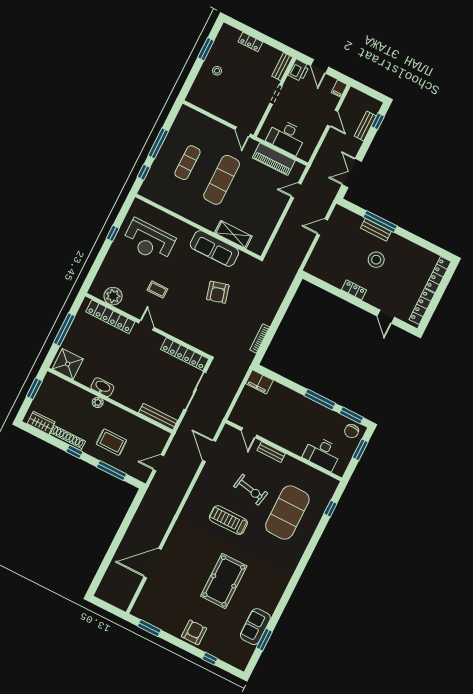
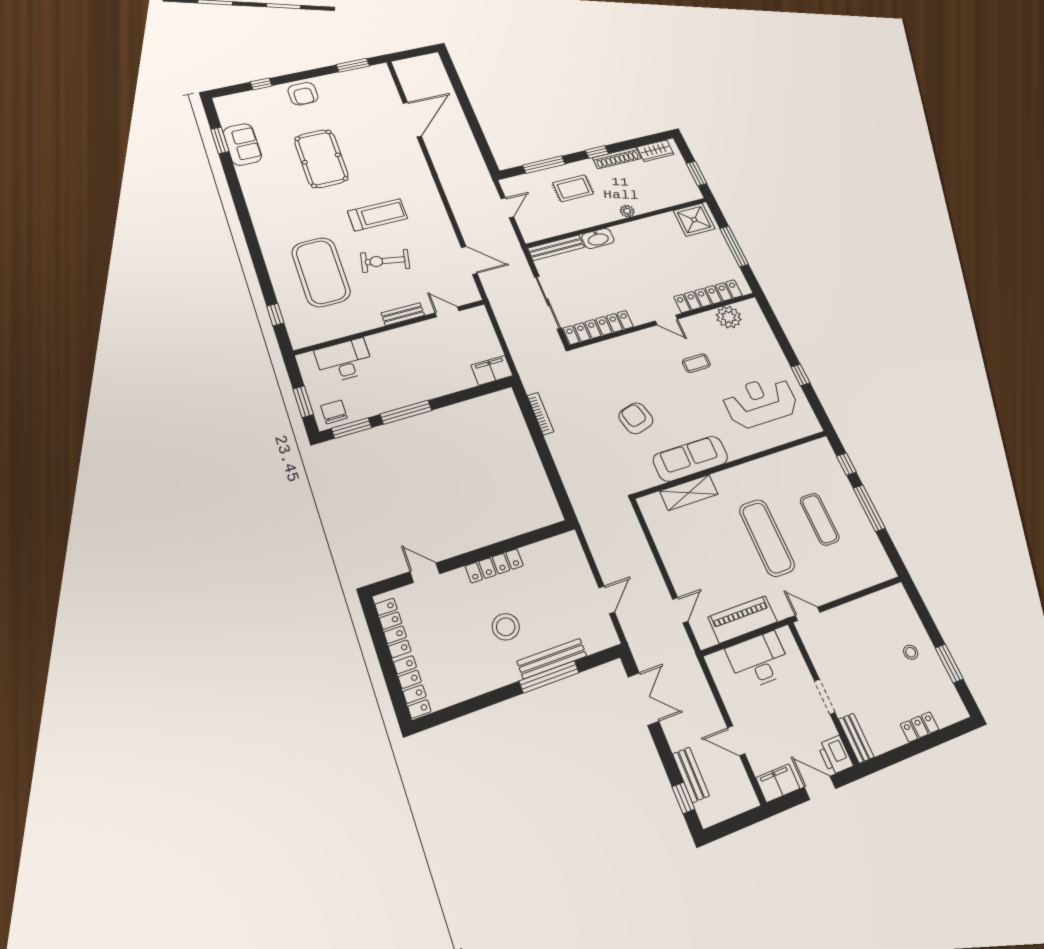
filing cabinet: (339, 89) -> (778, 783), width x2.00
bench: (376, 230) -> (552, 659), width x1.36
locker: (354, 290) -> (494, 566), width x1.53
washbasin: (102, 387) -> (598, 238), moved

